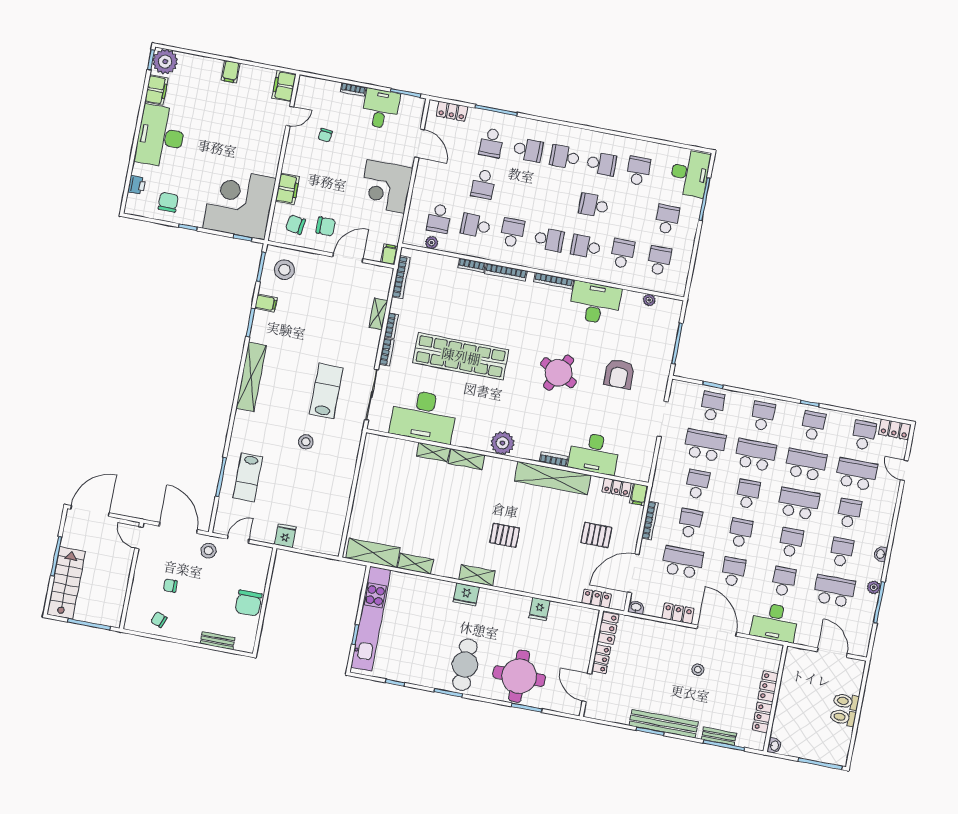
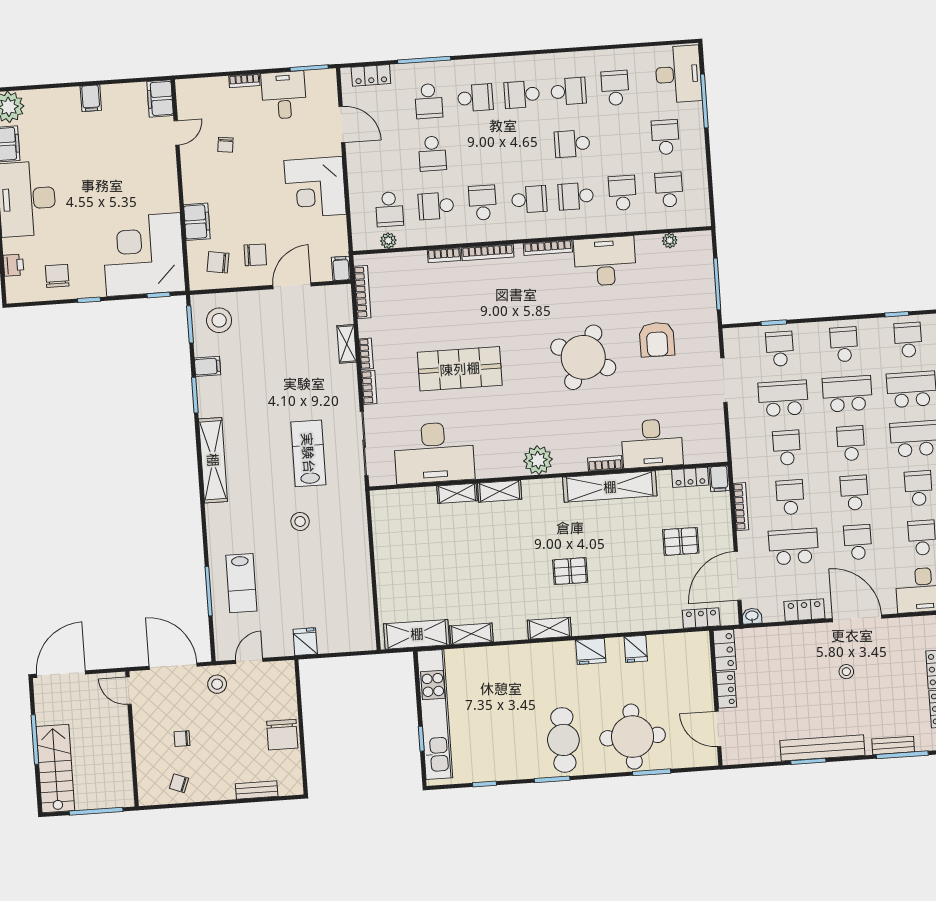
shop shelf: (461, 356) -> (460, 369), width x0.71
round table: (558, 373) -> (583, 357), width x1.36, depth x1.36
fridge: (466, 594) -> (591, 651), moved

